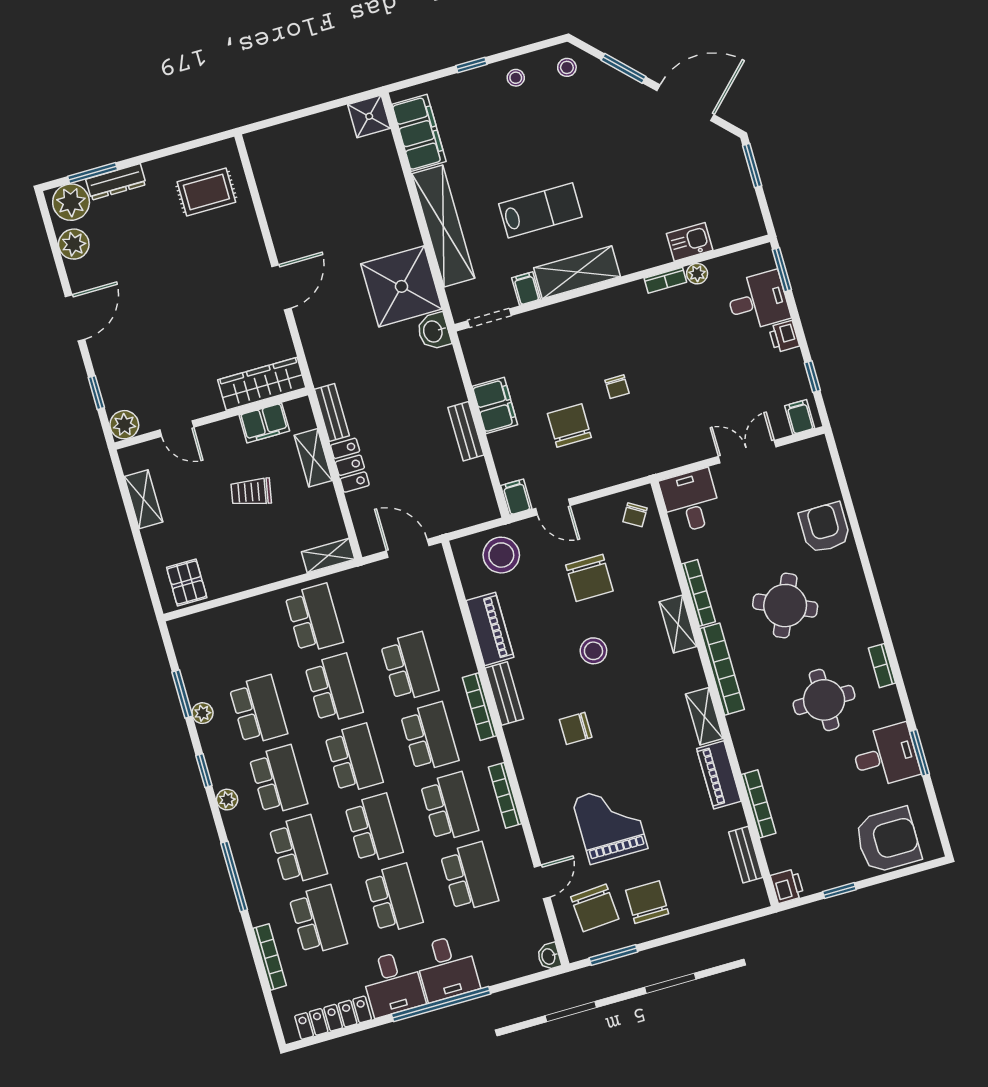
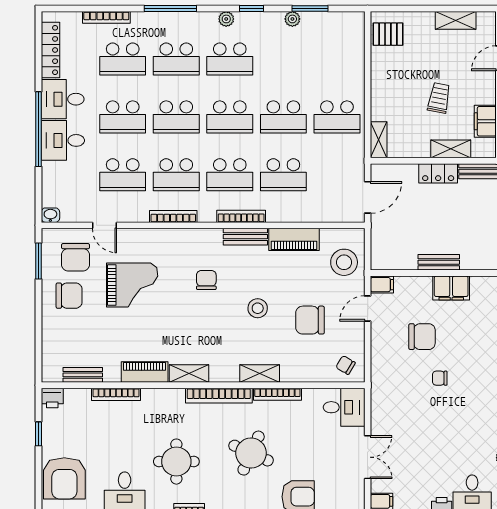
school desk: (258, 710) -> (283, 59), removed
chair: (595, 908) -> (75, 257), turned -86

